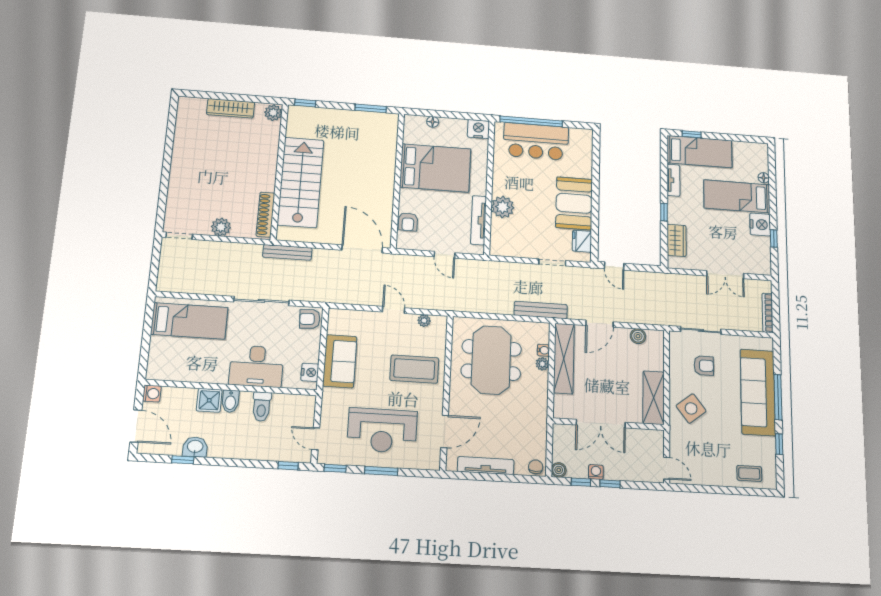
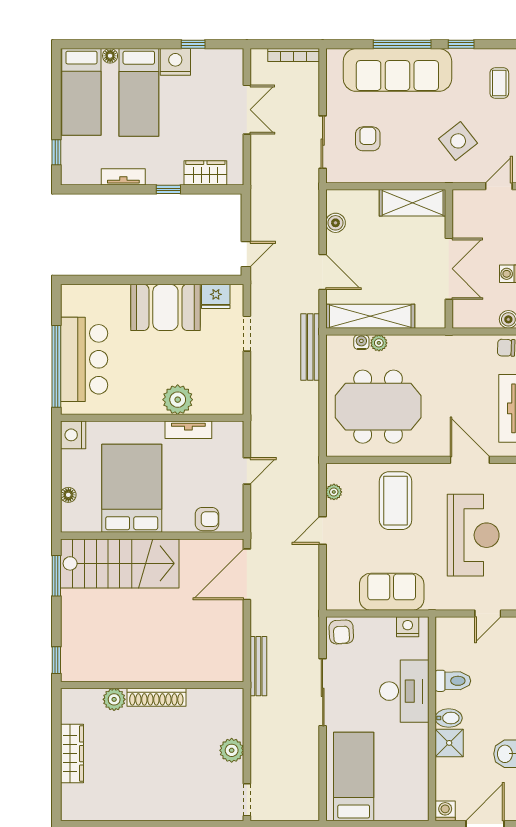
plant: (273, 113) -> (114, 699), moved
bed: (699, 152) -> (81, 92), moved, turned 180
stairs: (301, 182) -> (120, 563), moved, turned 180
shoe rack: (265, 215) -> (156, 697), moved
tv unit: (478, 220) -> (188, 430), width x0.71
side table: (691, 408) -> (458, 141), moved

